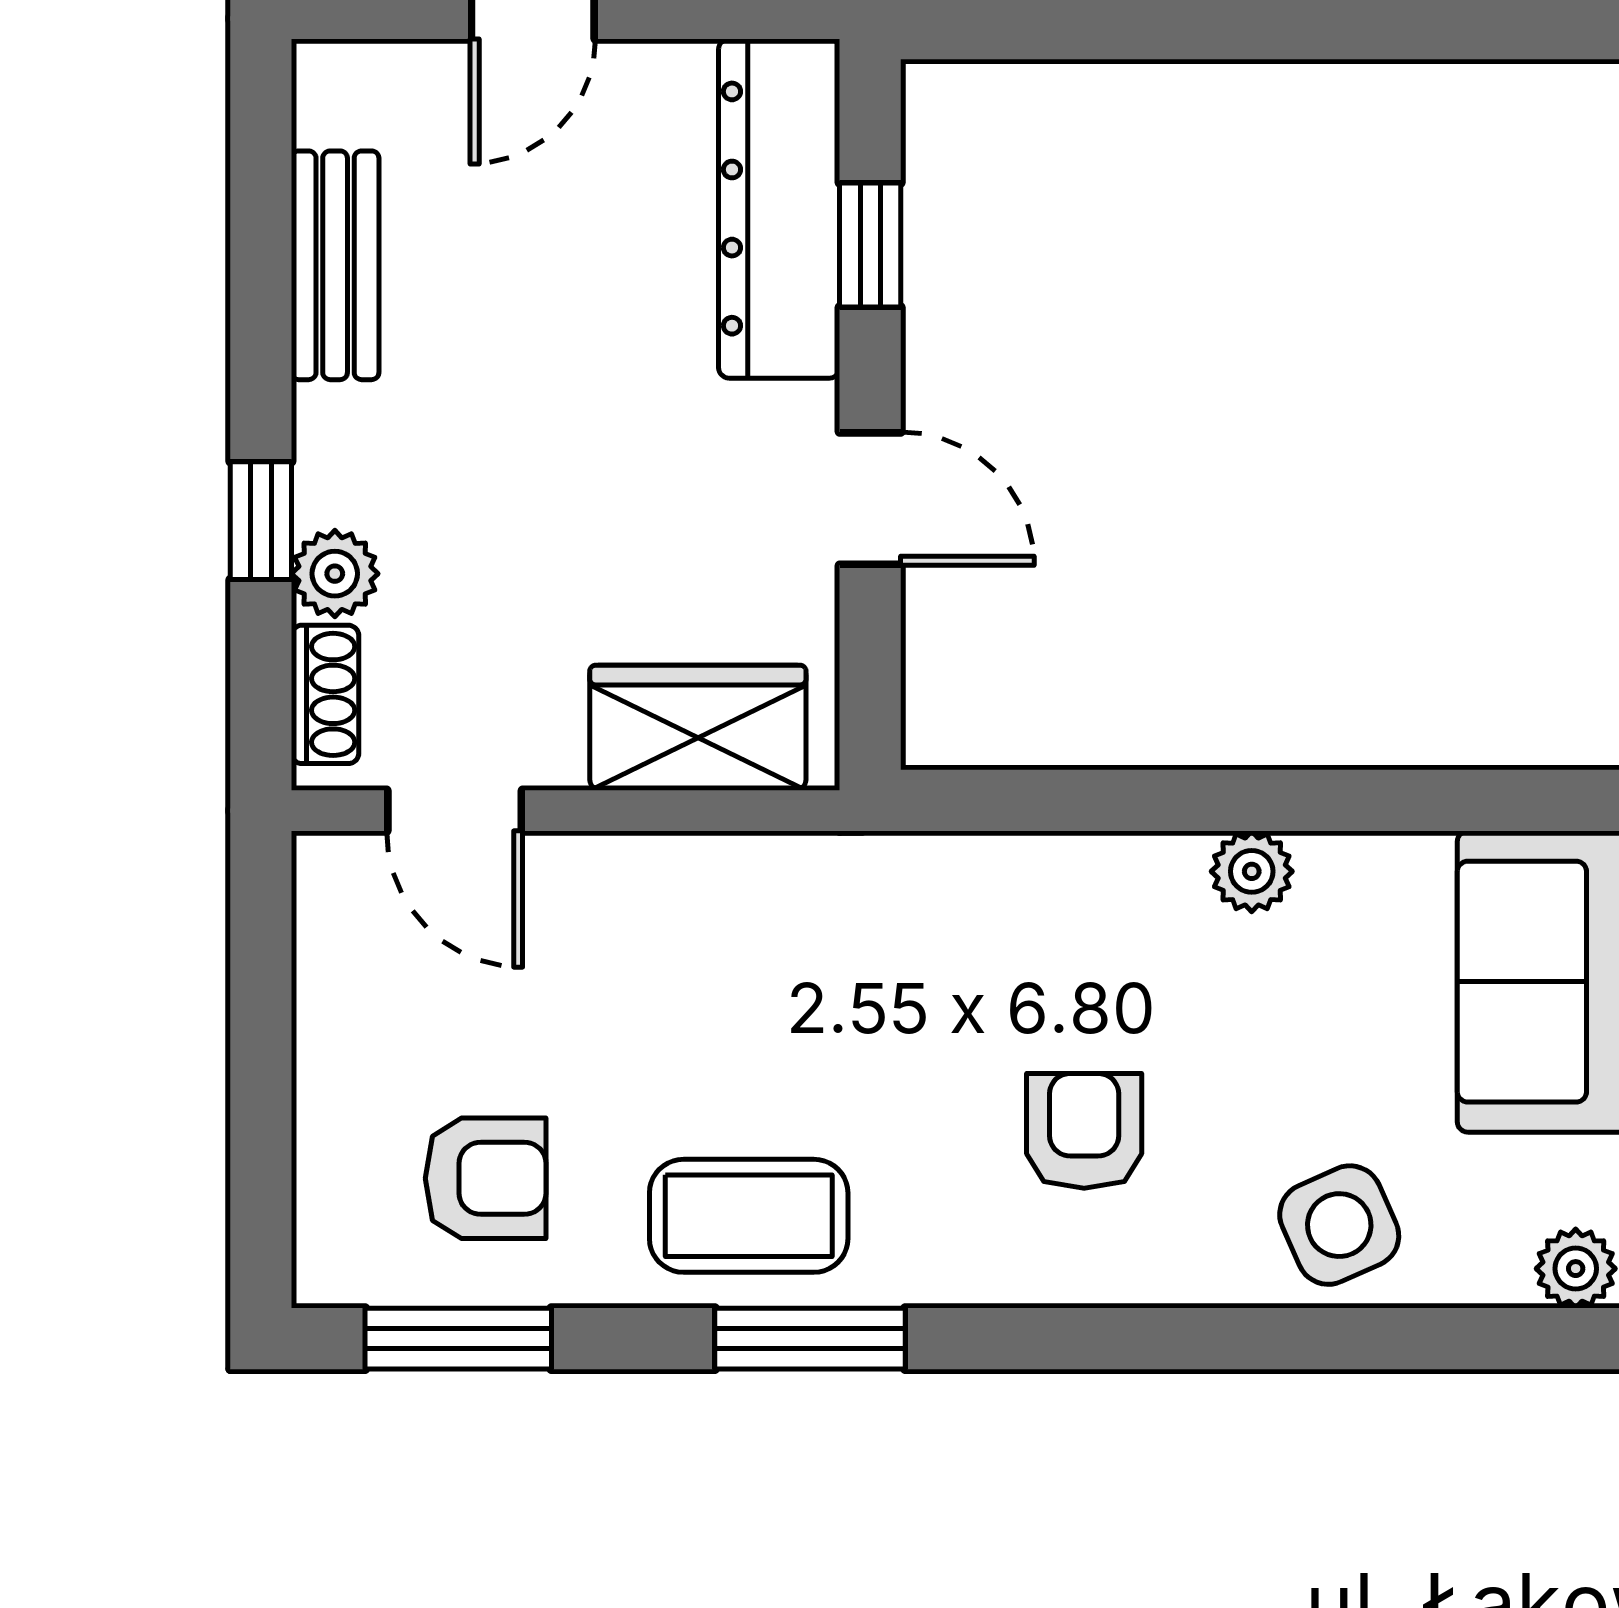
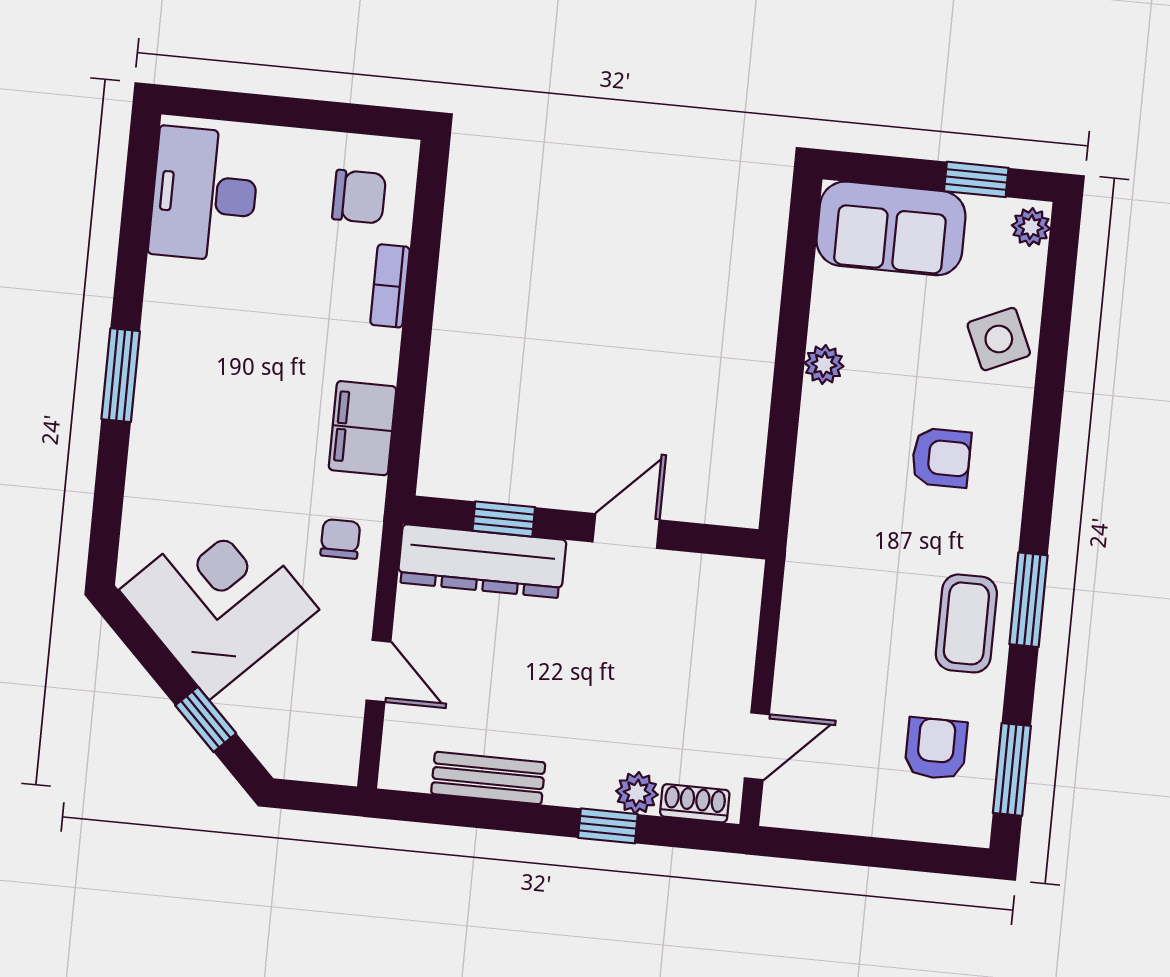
wardrobe: (698, 728) -> (728, 625), removed
armchair: (1084, 1131) -> (941, 458), turned 180

